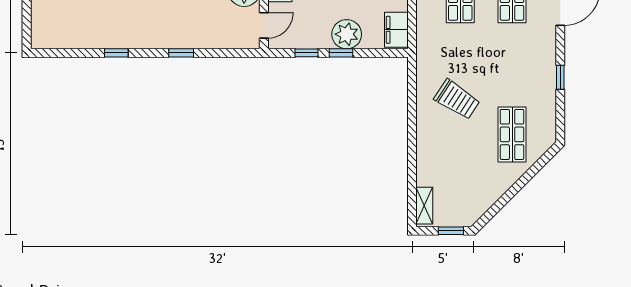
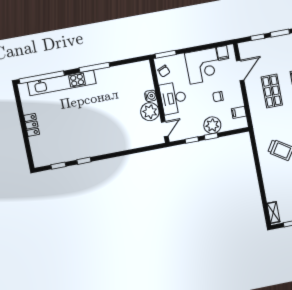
filing cabinet: (396, 30) -> (239, 112), width x0.50
window: (181, 53) -> (58, 166), moved

